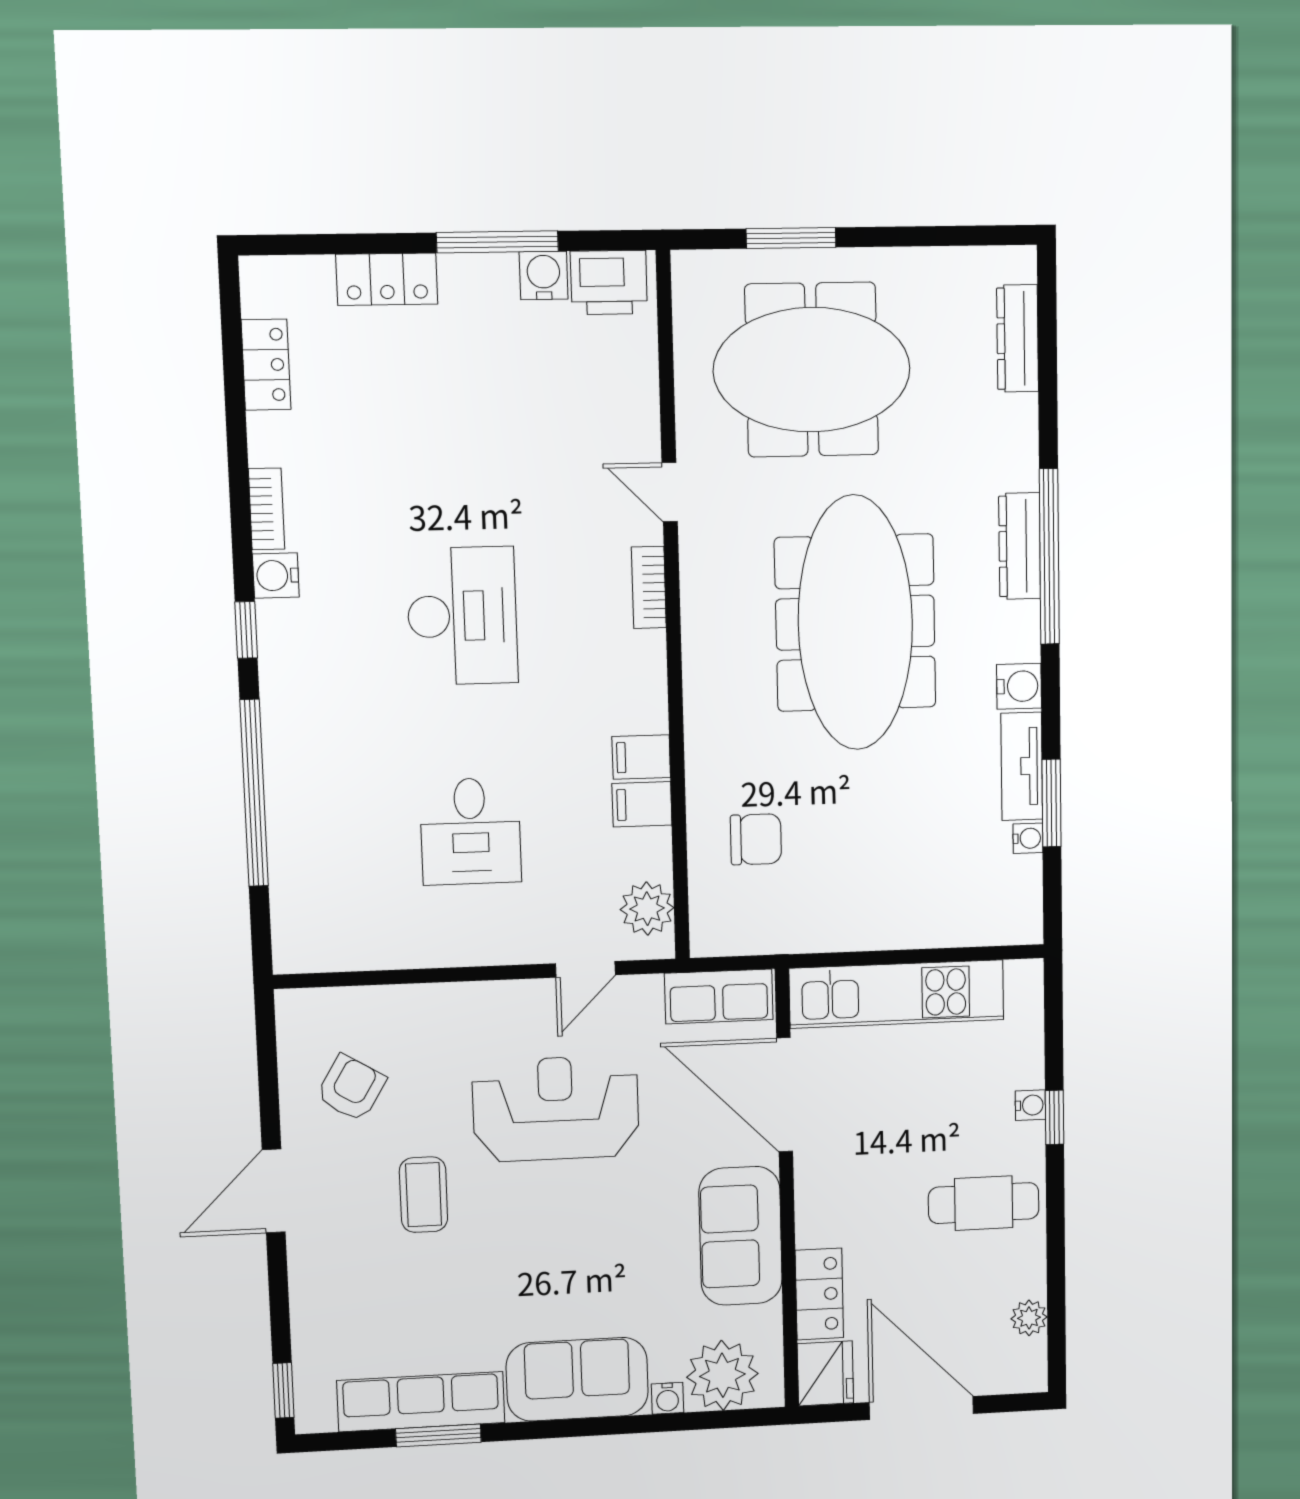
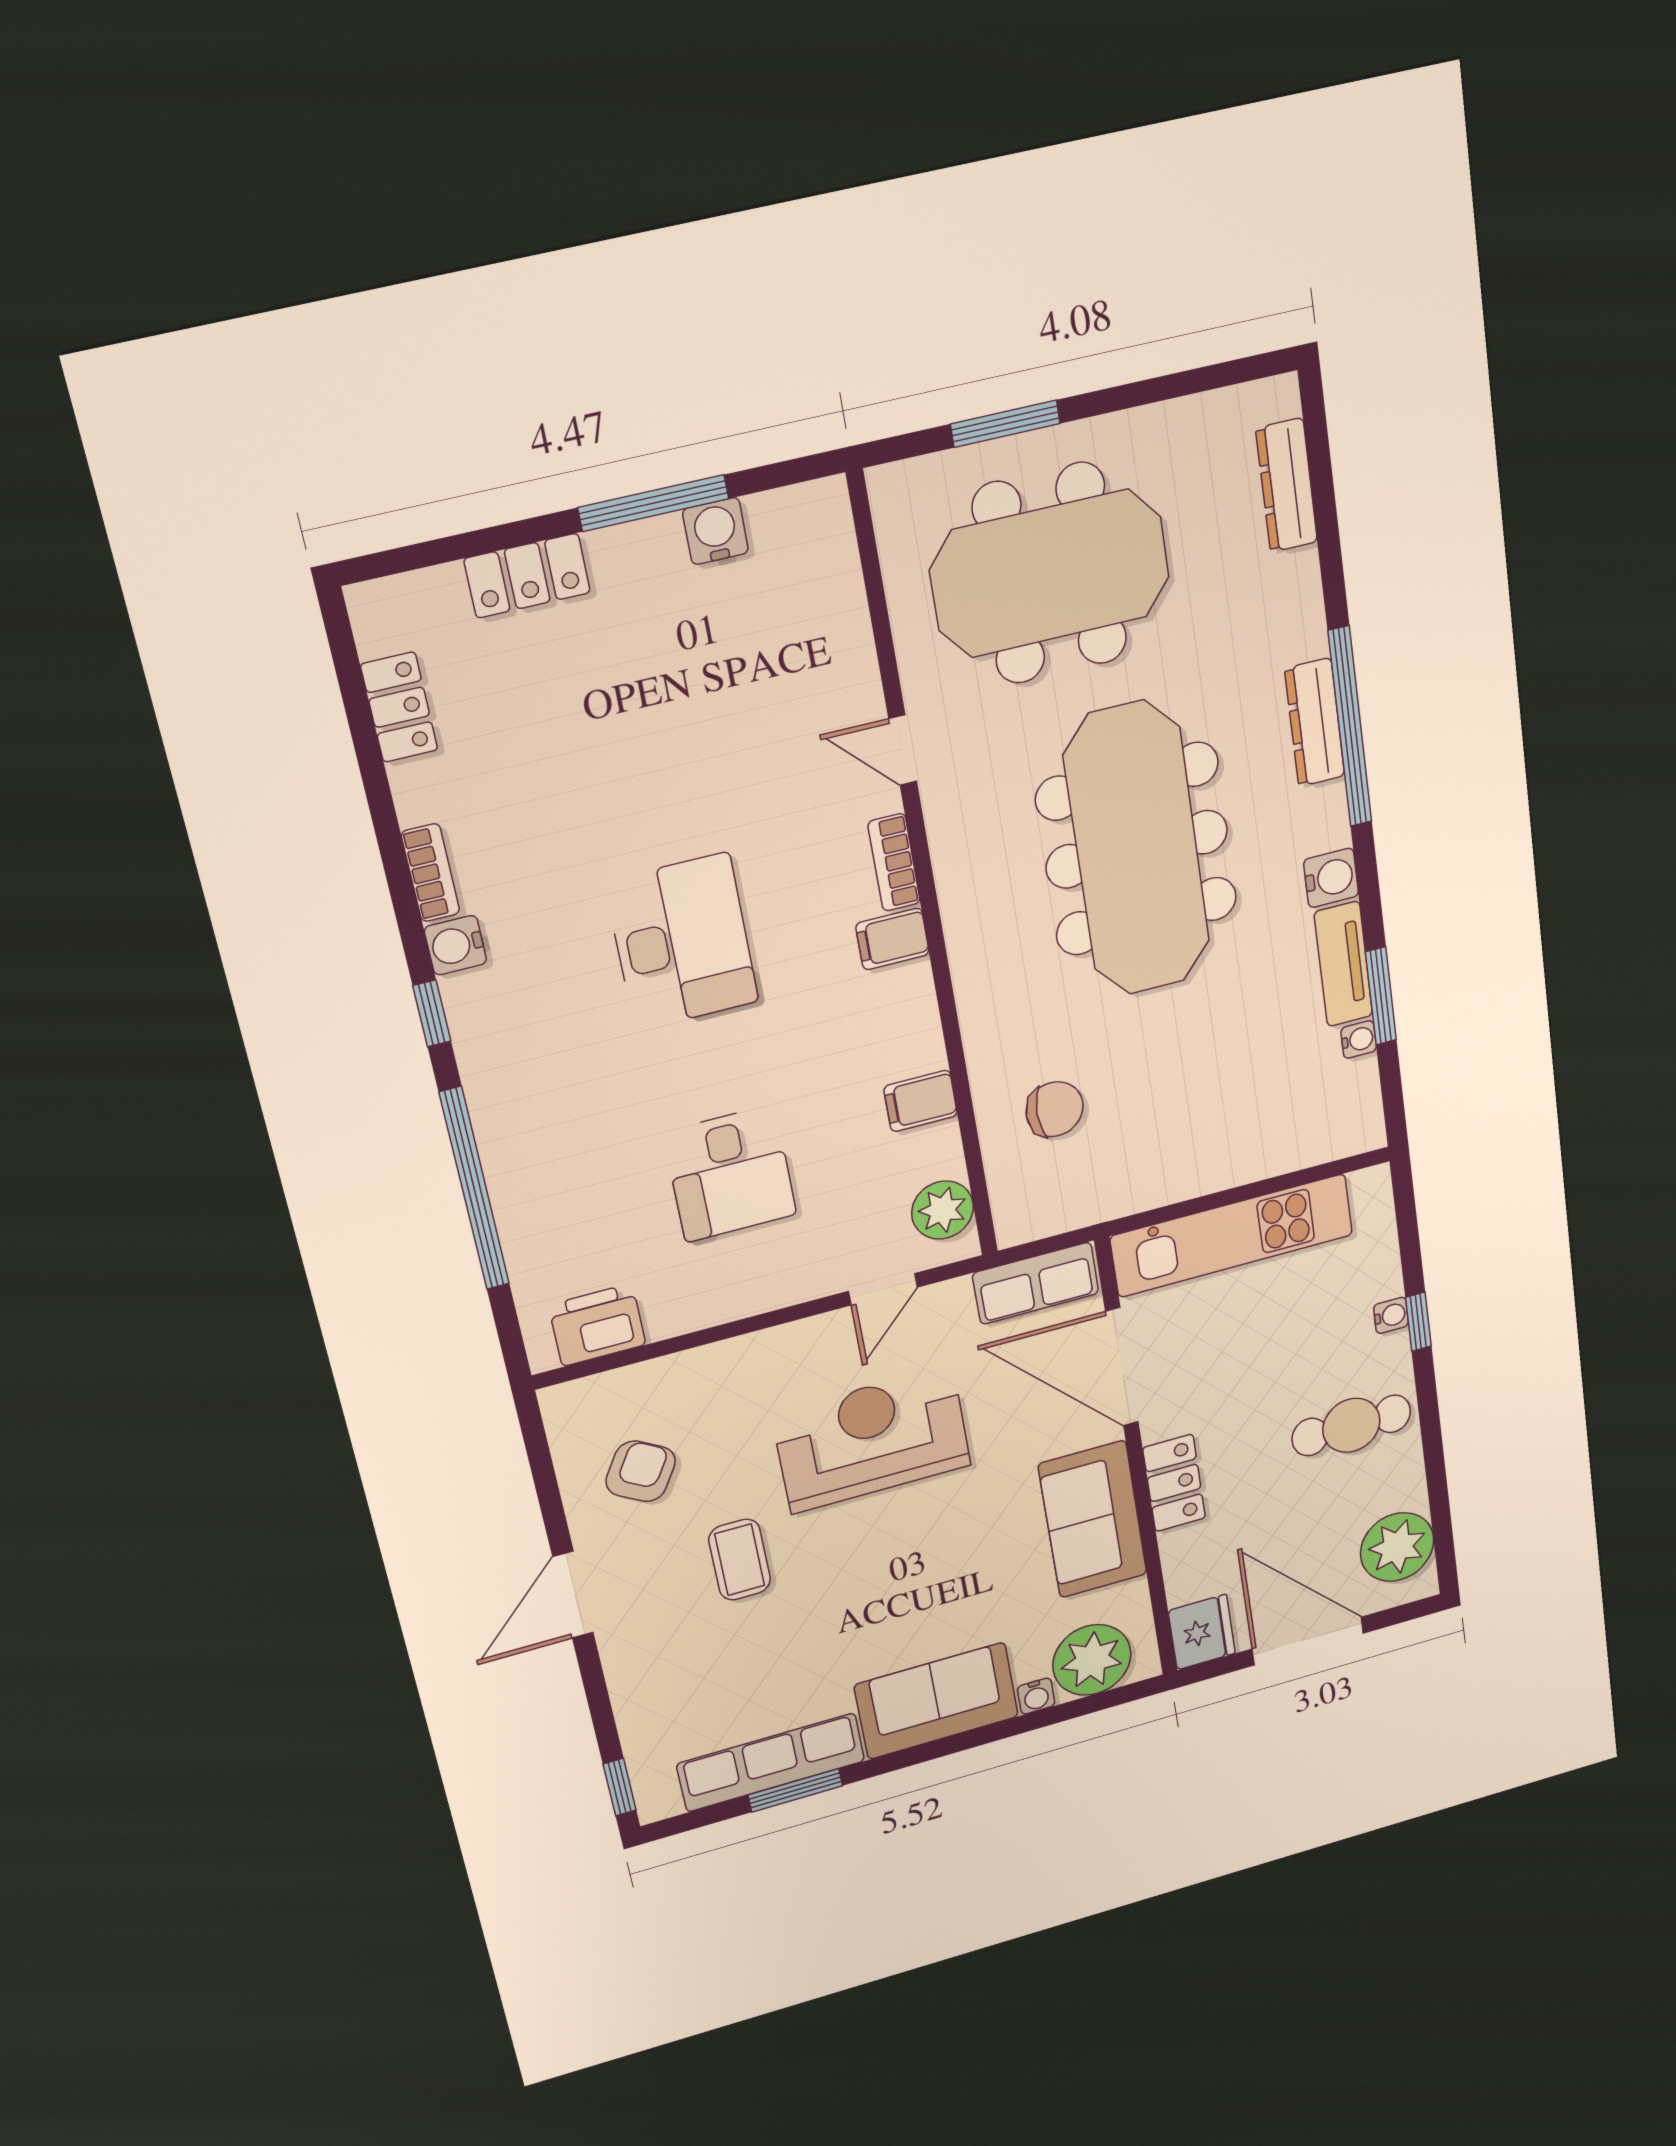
printer: (609, 282) -> (597, 1325), moved, turned 180
filing cabinet: (641, 757) -> (892, 939), moved
locker: (819, 1294) -> (1174, 1483), moved
plant: (1029, 1318) -> (1397, 1547), width x1.87, depth x1.87

